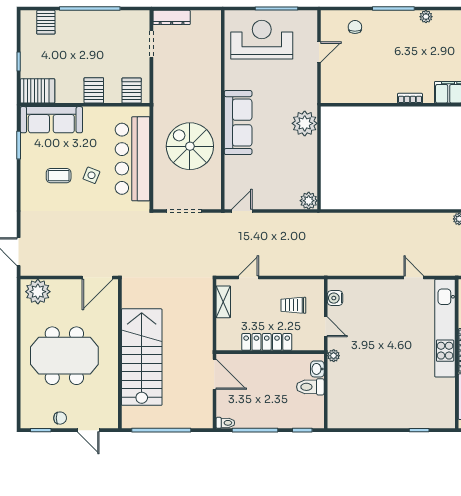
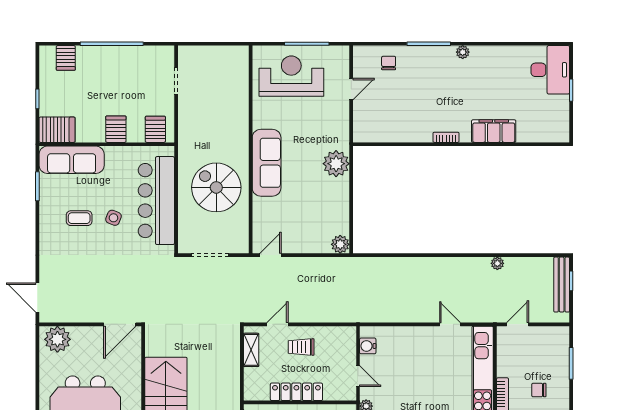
dresser: (172, 17) -> (197, 53), removed
trolley: (293, 305) -> (301, 347), moved

